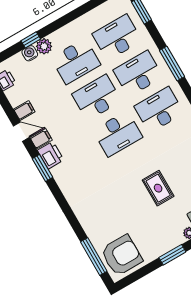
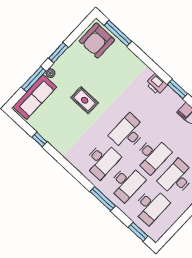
printer: (51, 155) -> (157, 84), moved

